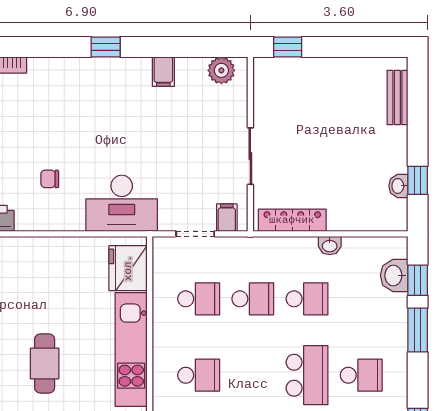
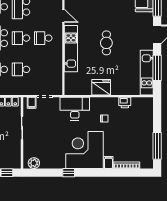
window: (106, 47) -> (69, 173), moved
filing cabinet: (163, 72) -> (108, 163), moved
corner desk: (98, 102) -> (85, 150), added
fridge: (128, 268) -> (101, 87), moved, turned -90
school desk: (199, 299) -> (21, 38), moved

